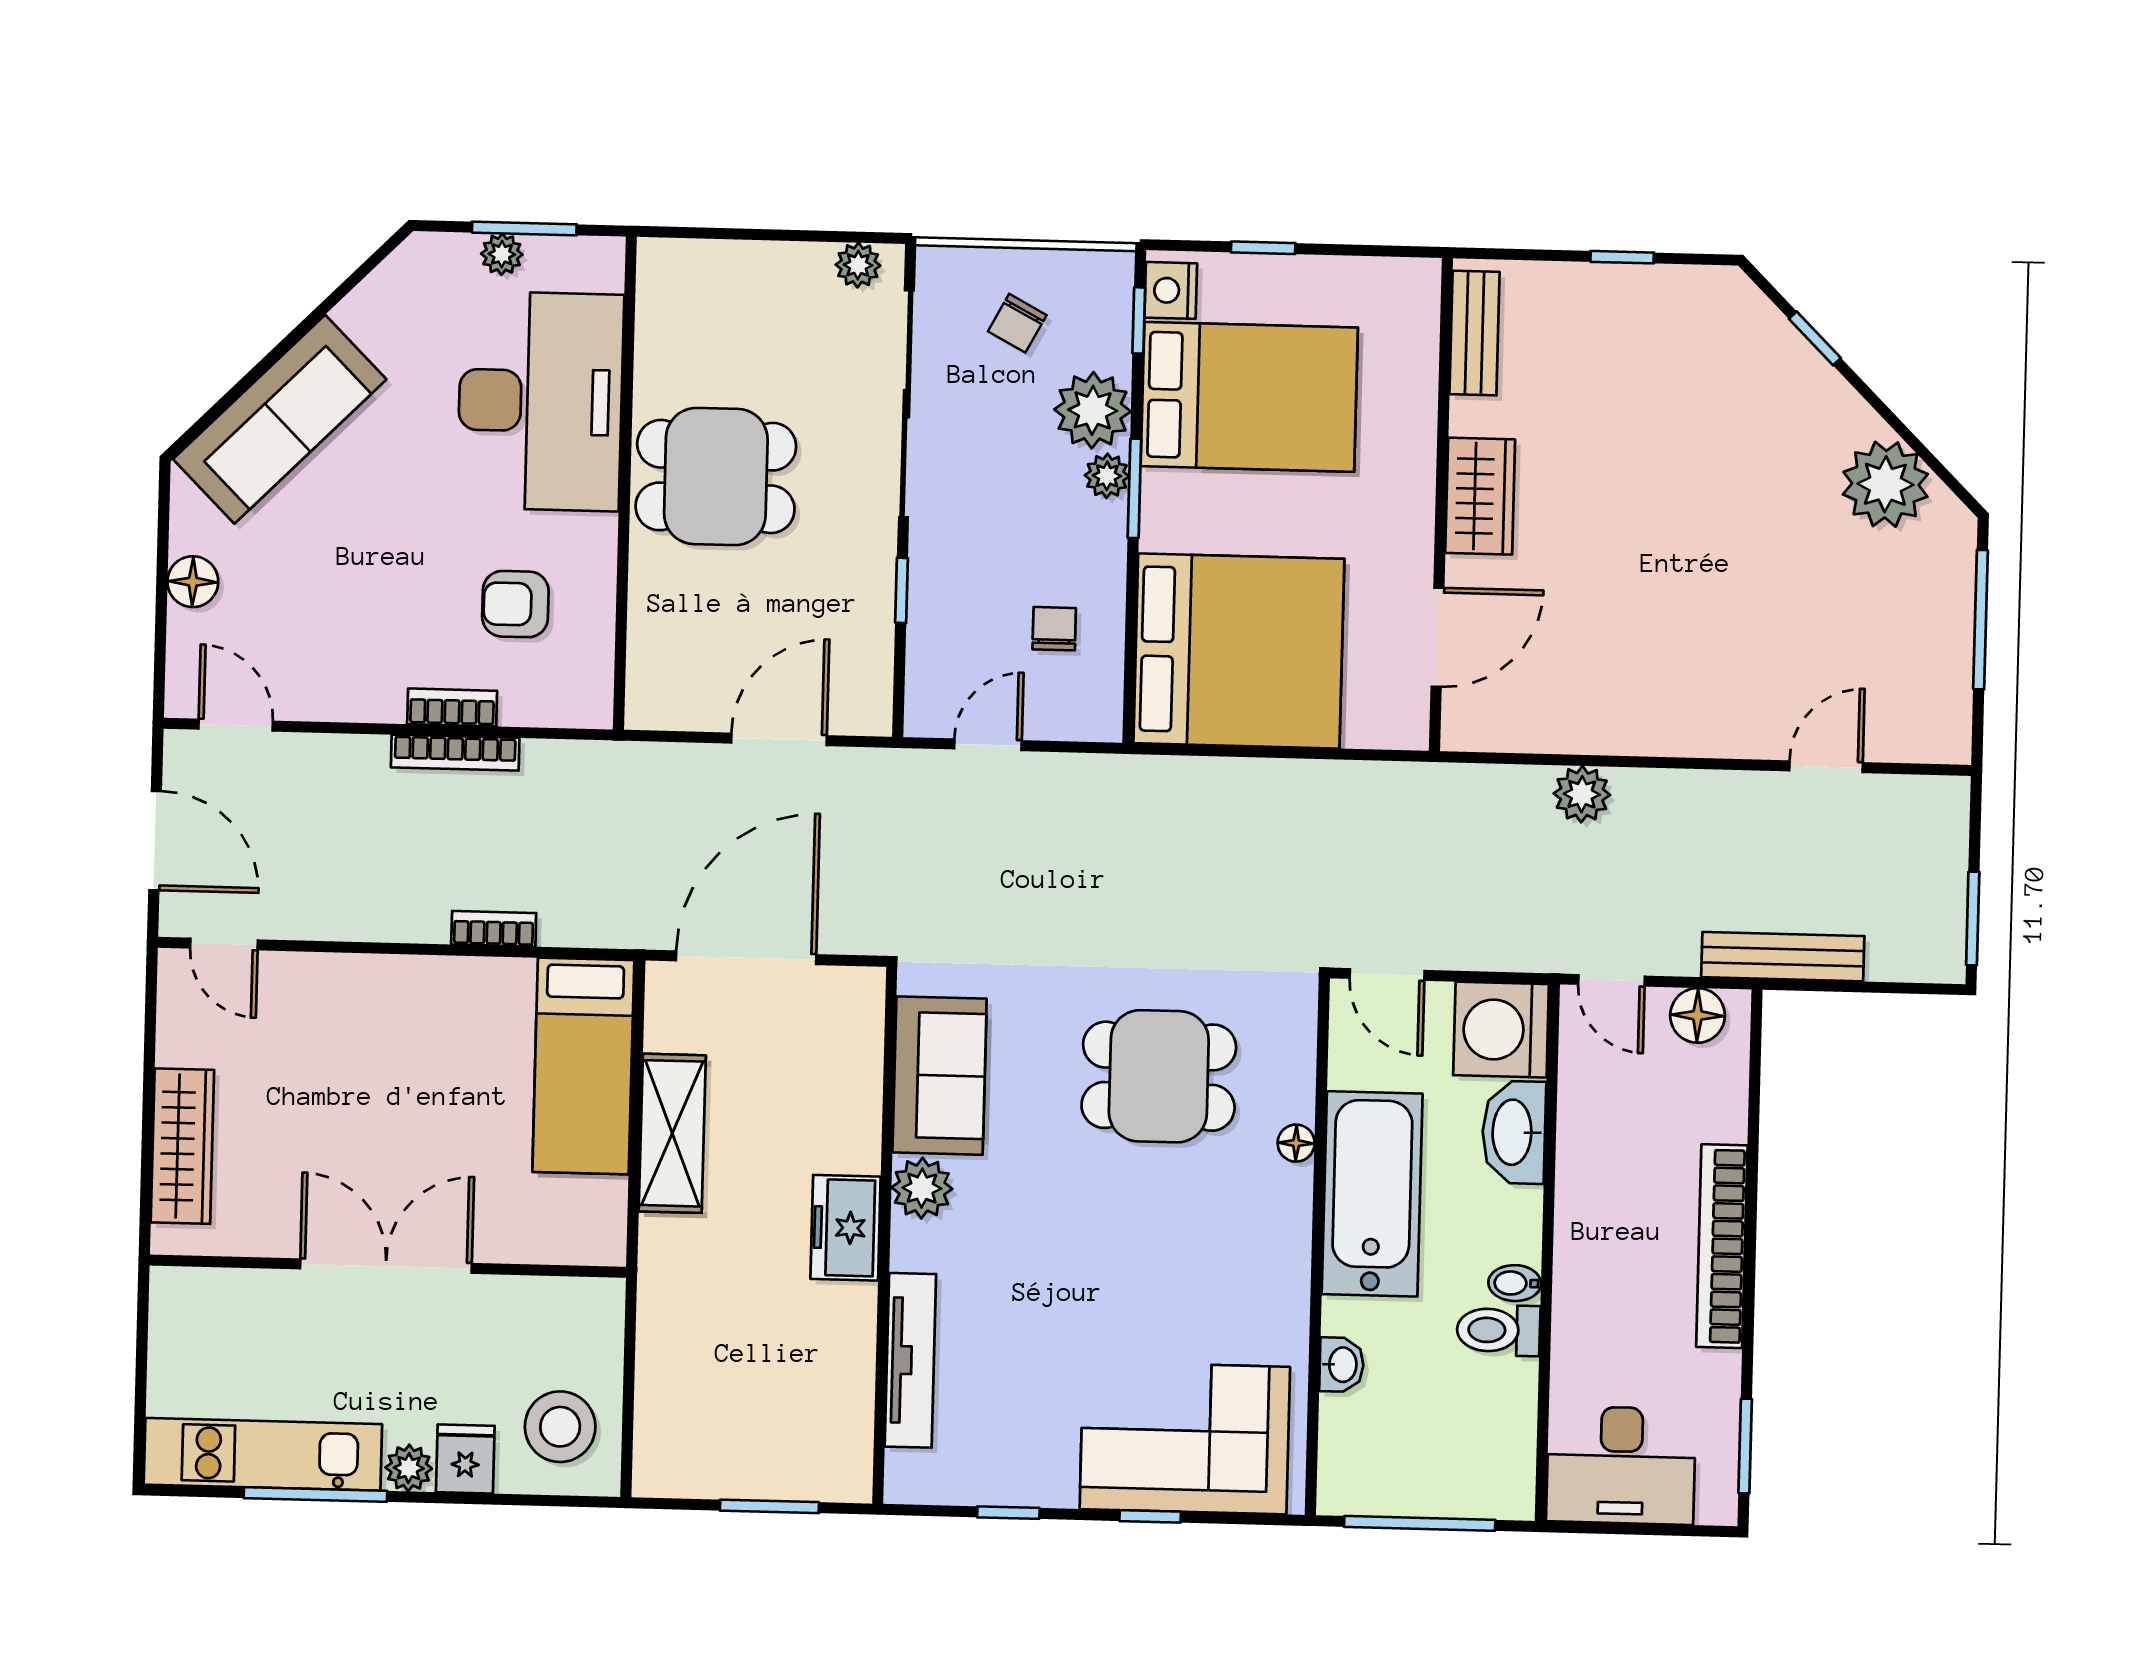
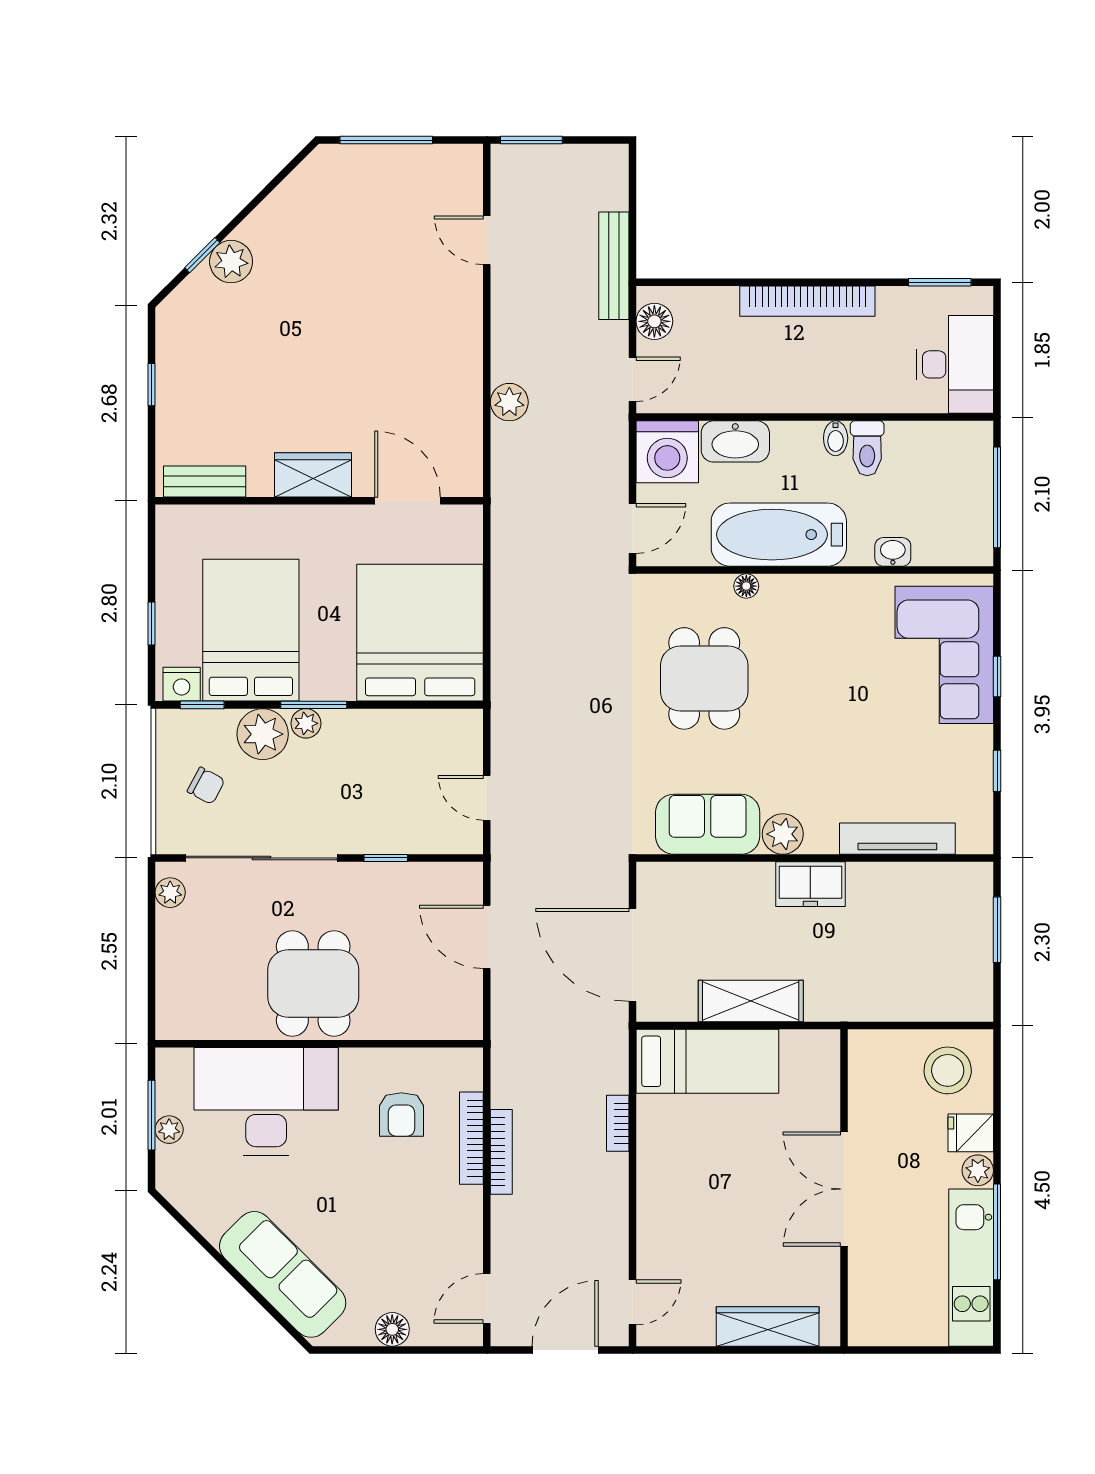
plant: (1885, 484) -> (231, 262), moved, width x0.73, depth x0.73
chair: (1054, 629) -> (409, 756), removed
bookcase: (452, 707) -> (471, 1138), width x1.56
window: (1973, 919) -> (531, 140), moved

